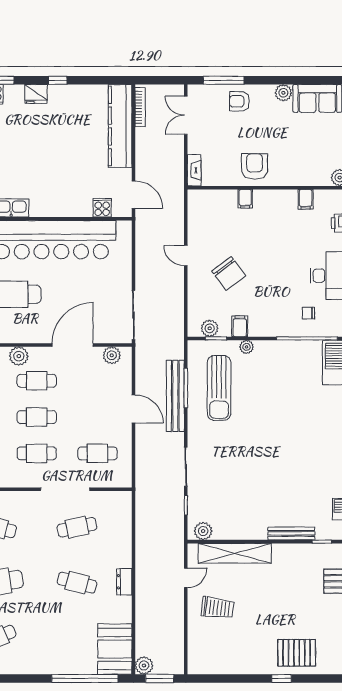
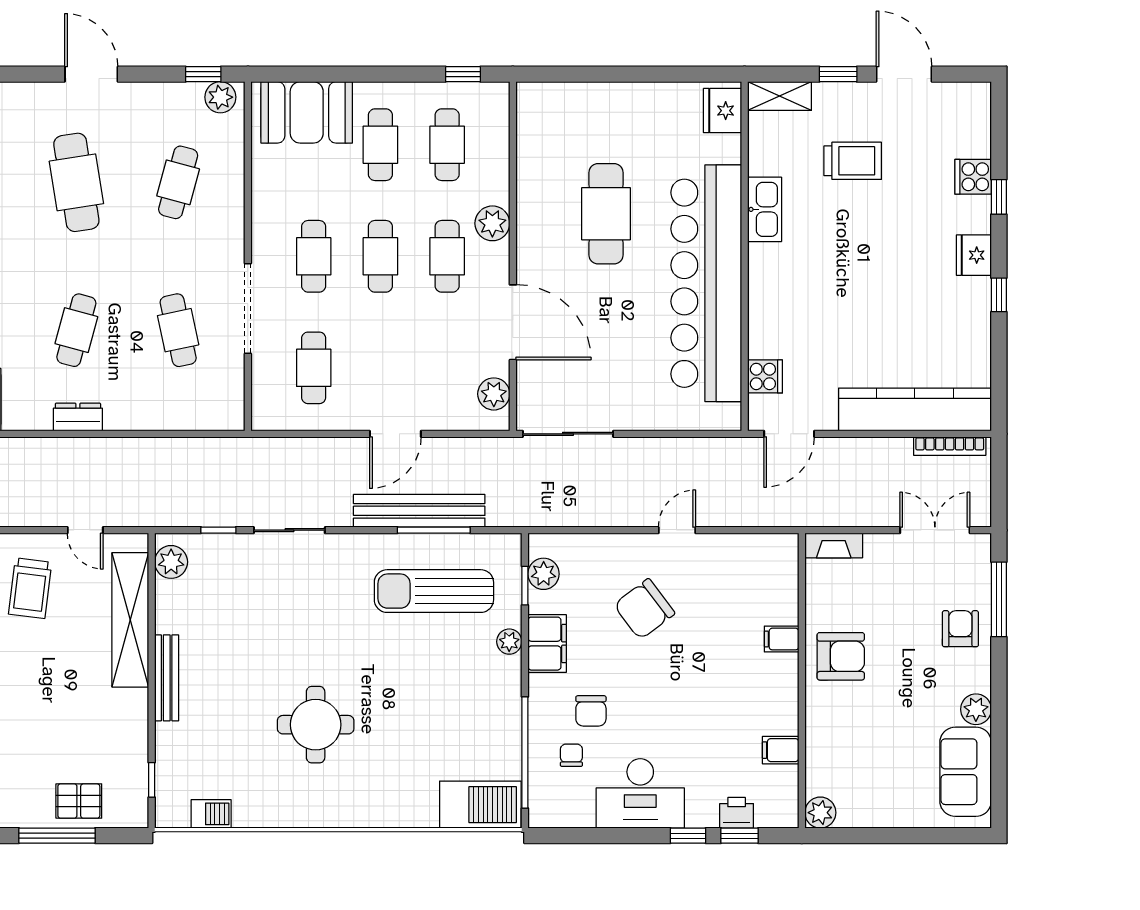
chair: (284, 302) -> (591, 711), added
filing cabinet: (240, 326) -> (547, 644), width x2.00
round table: (292, 452) -> (316, 725), added
bench: (291, 533) -> (167, 678), moved

